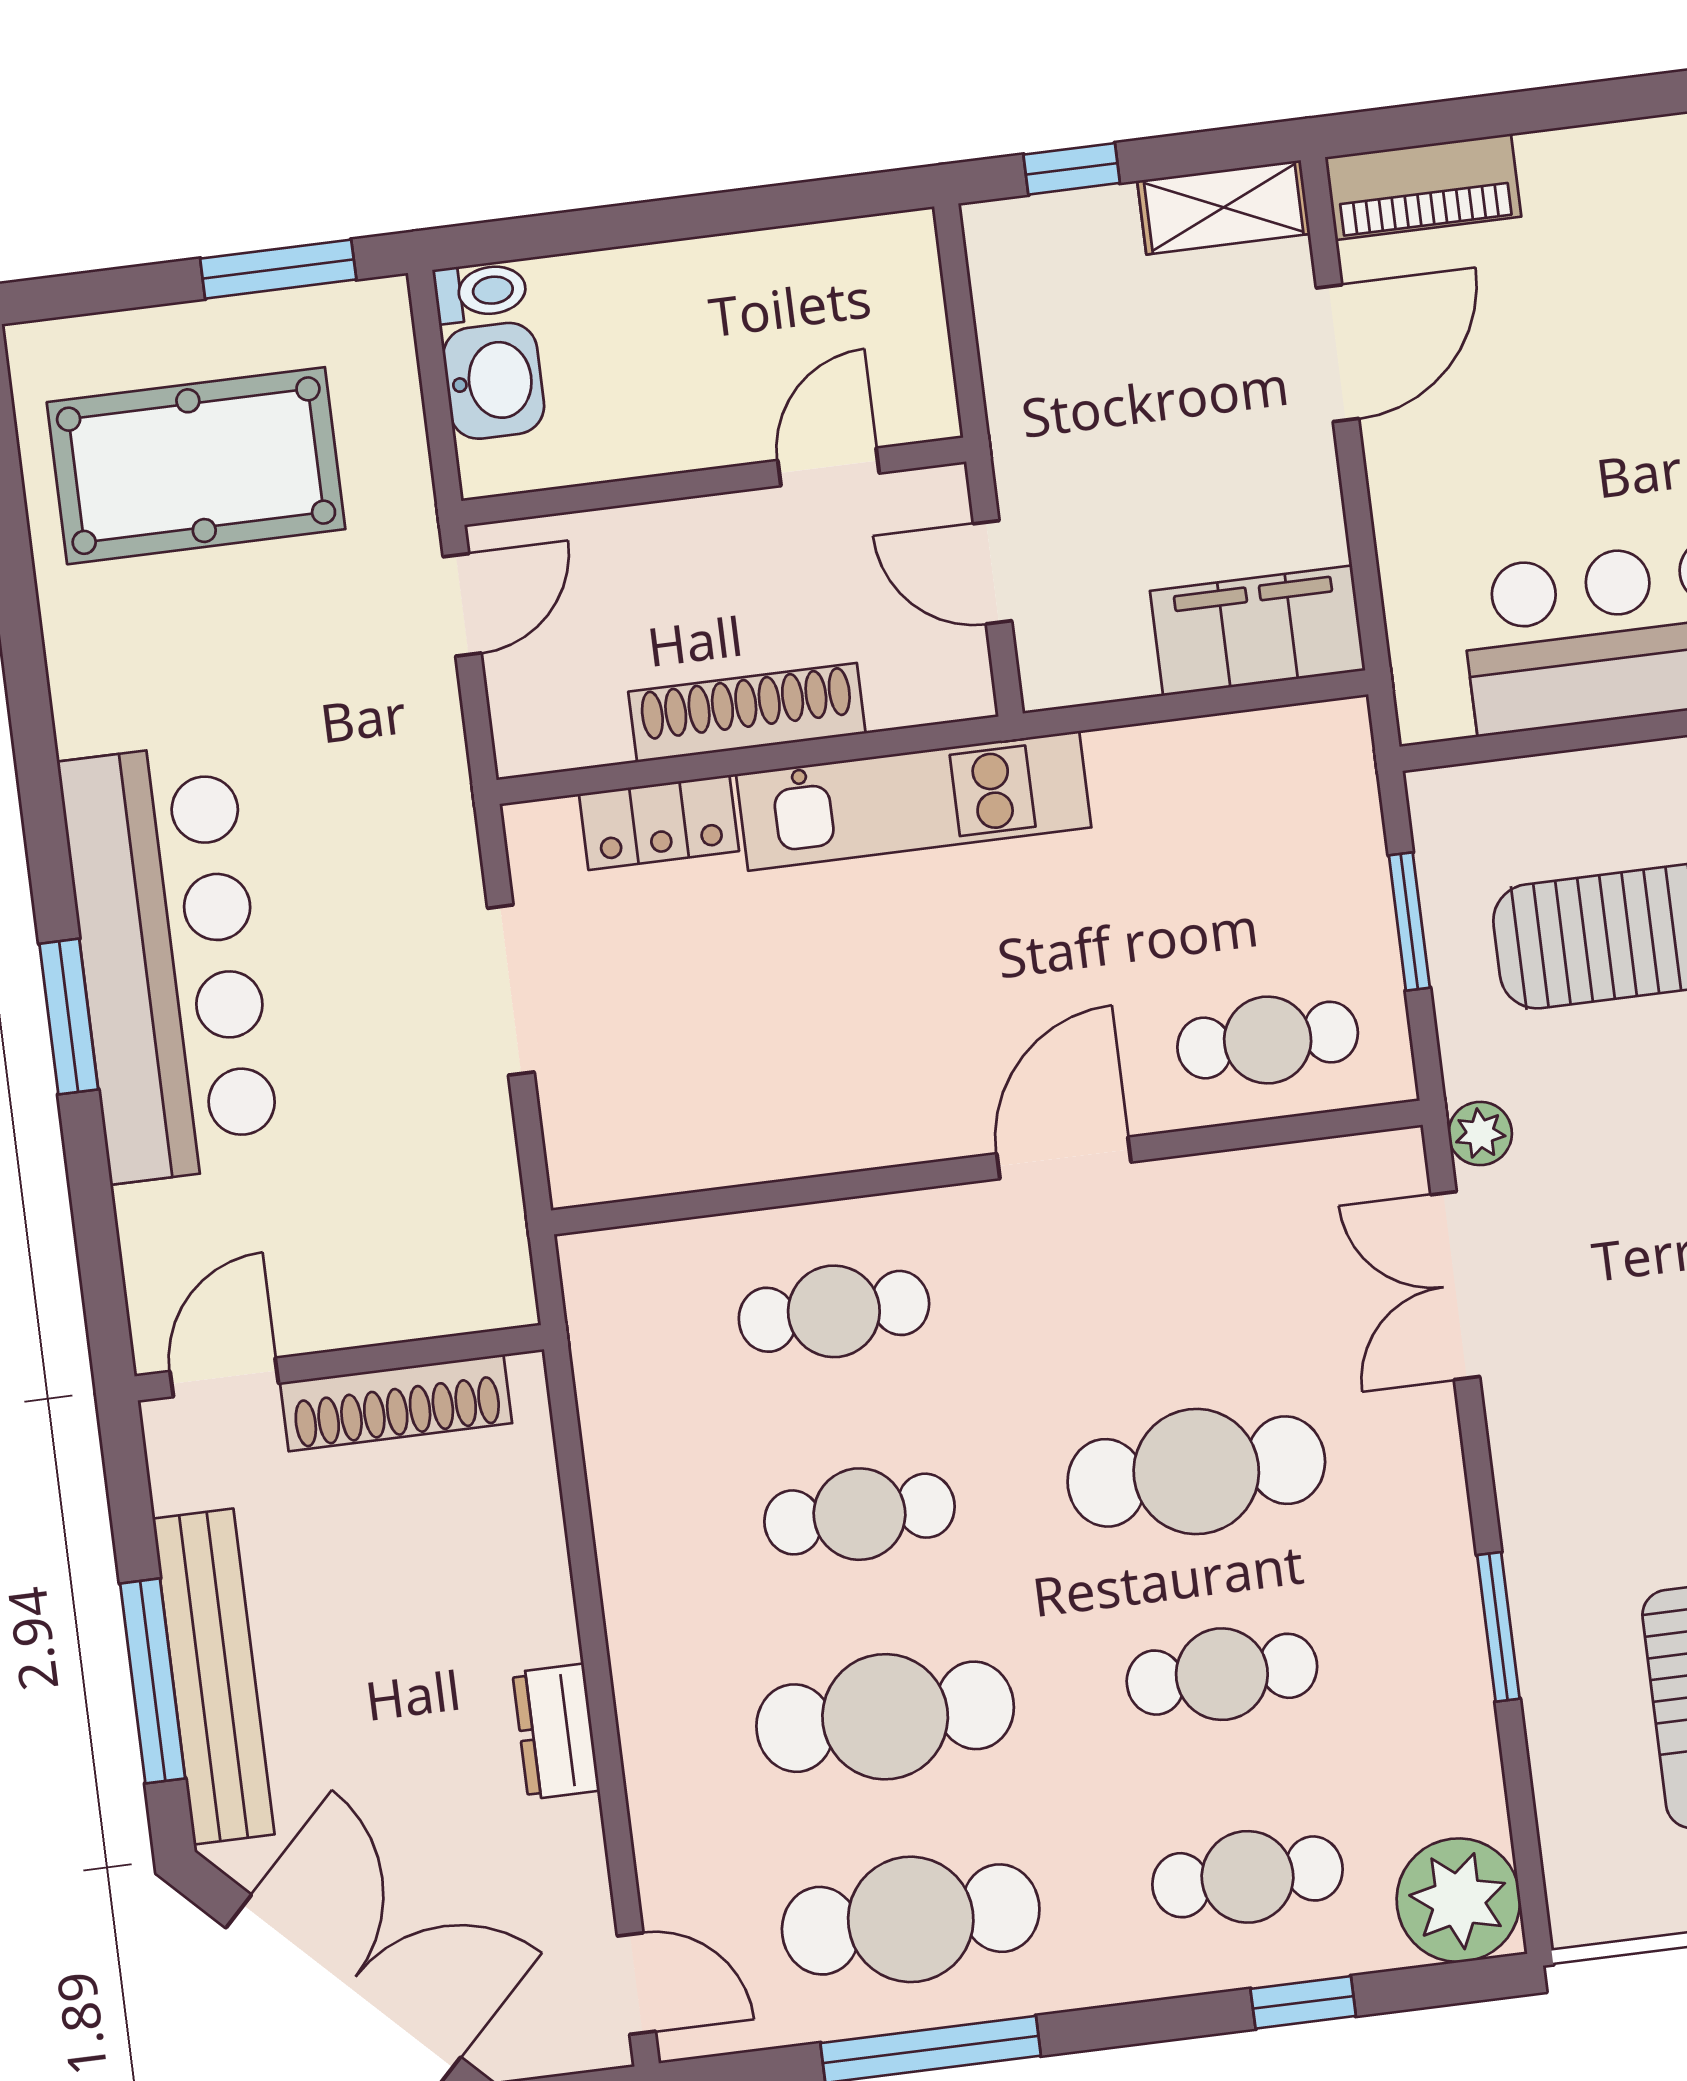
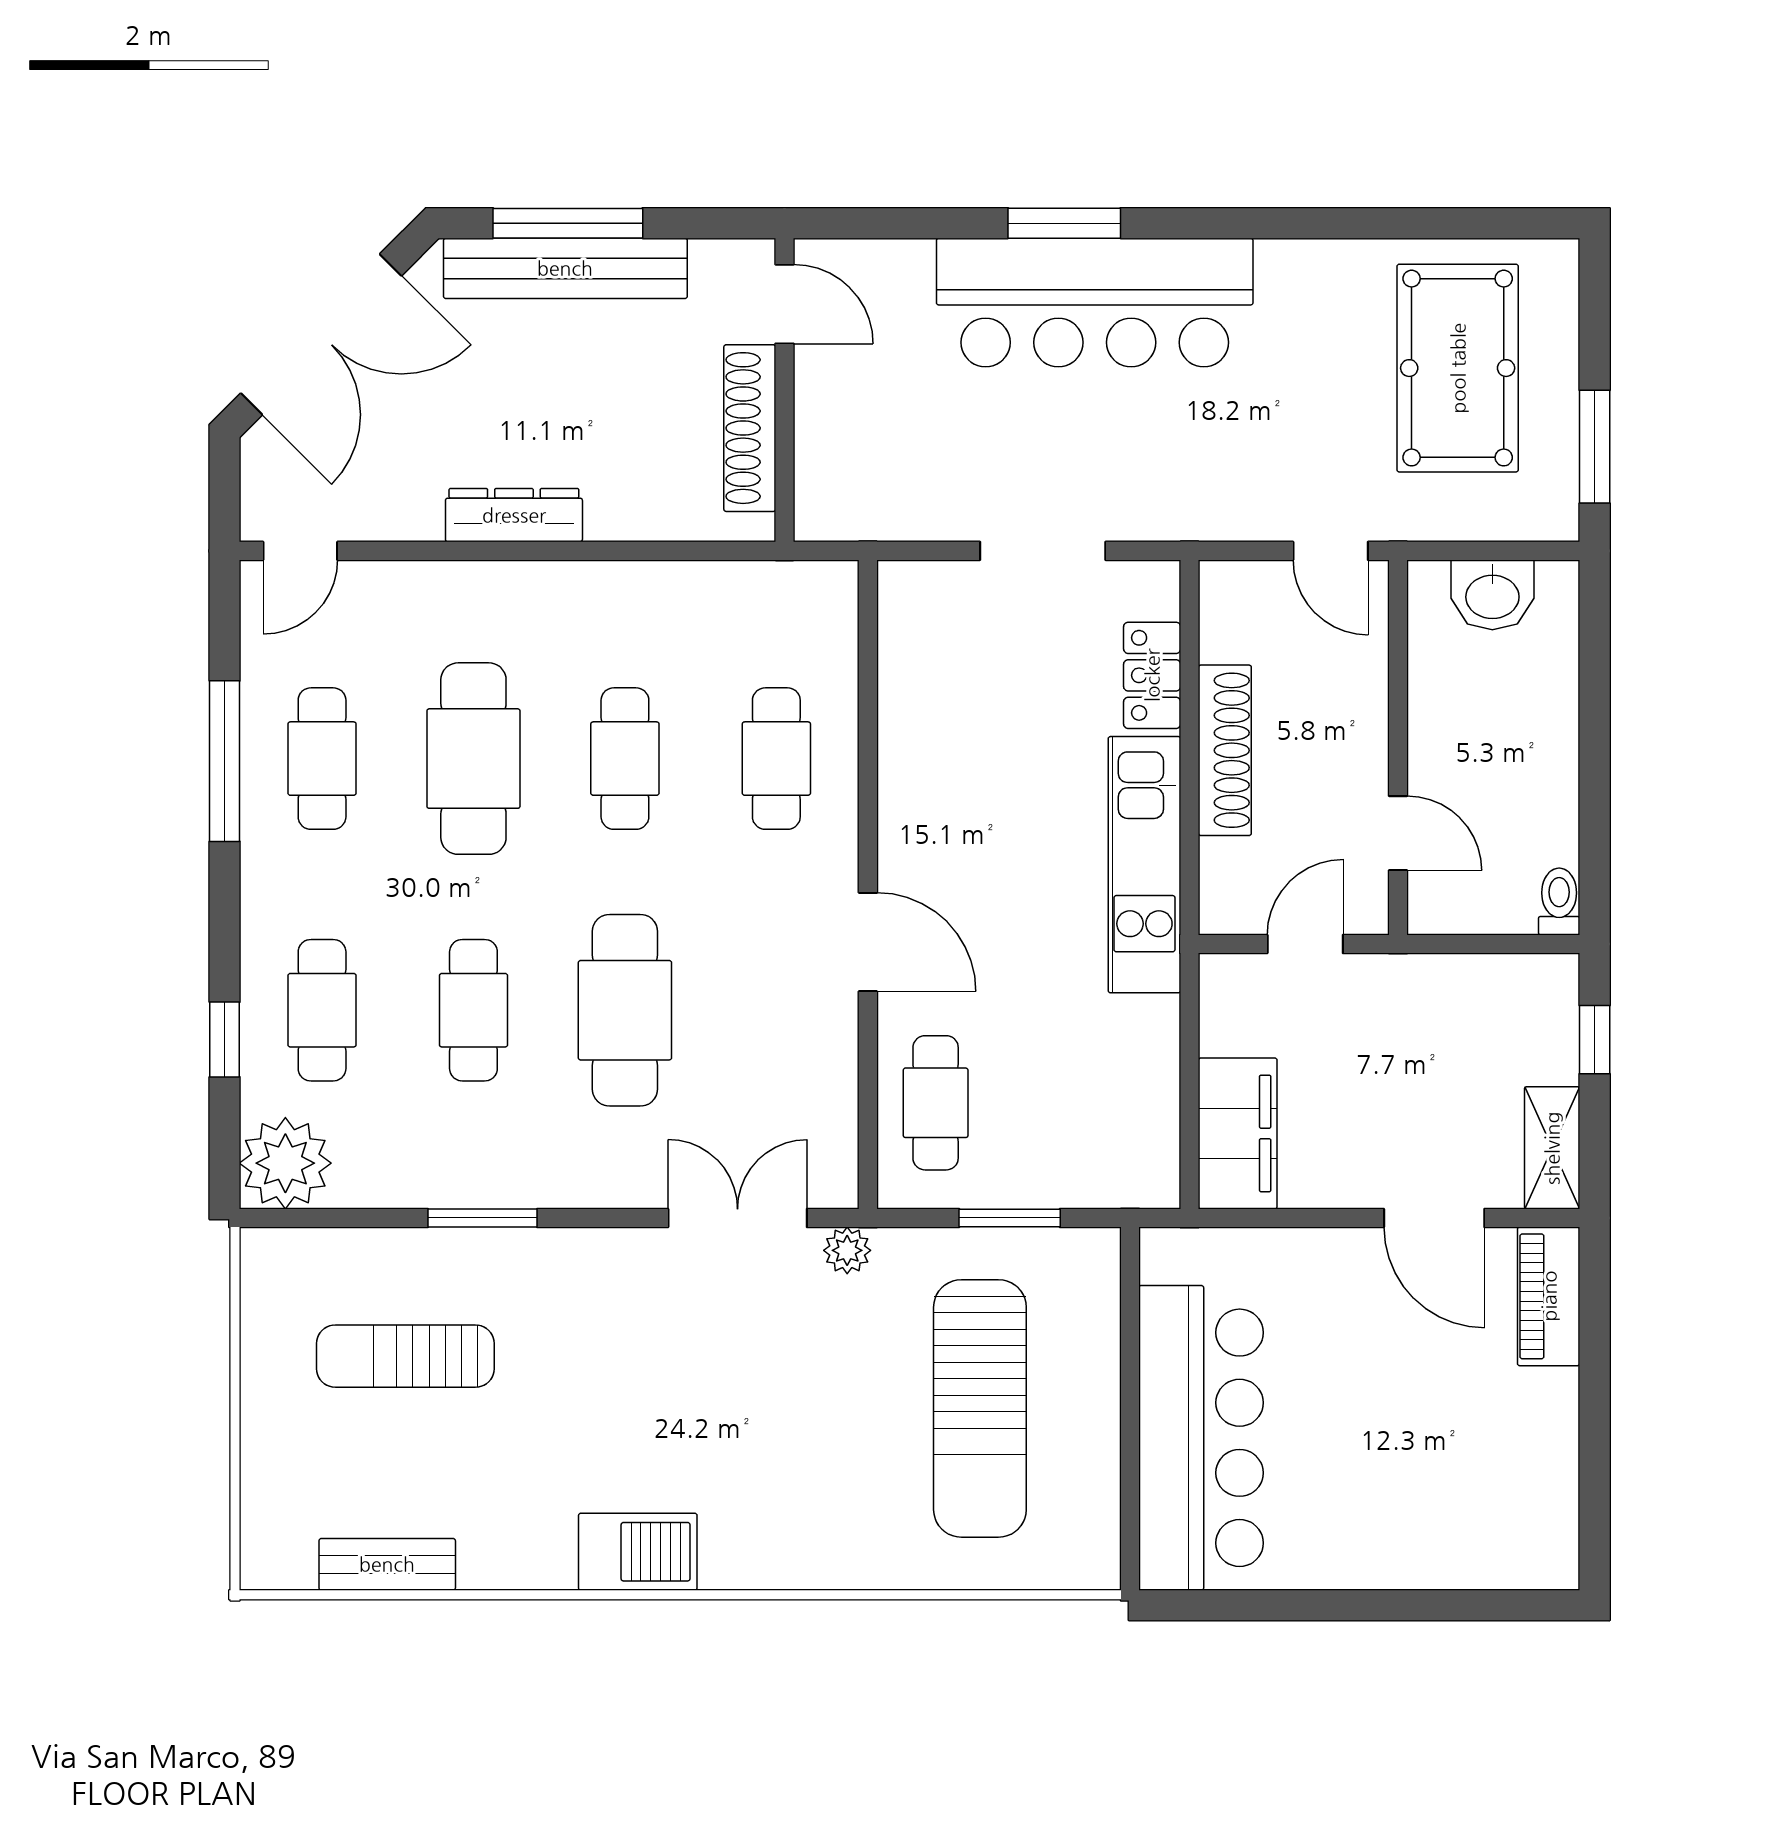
toilet: (480, 292) -> (1559, 902), moved, turned 180
dresser: (556, 1732) -> (514, 515), width x1.44
cafe table: (911, 1919) -> (322, 759), width x0.73, depth x0.74

